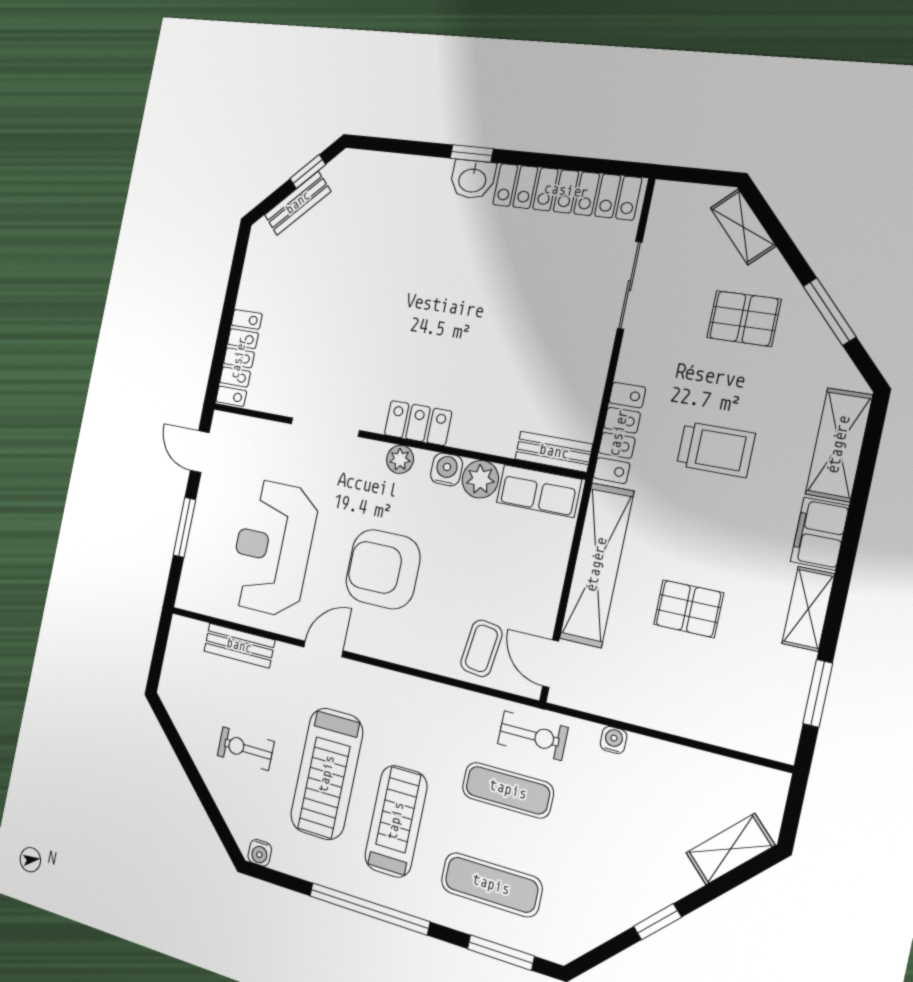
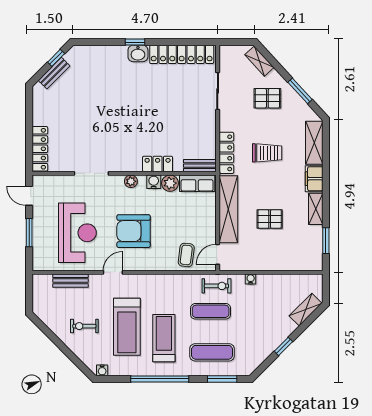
locker: (418, 423) -> (158, 164), moved
reception desk: (273, 548) -> (77, 233), turned 180
door: (551, 664) -> (218, 254), hinge flipped

